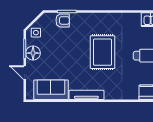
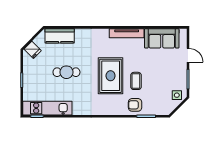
armchair: (63, 20) -> (135, 105), moved
coffee table: (77, 47) -> (136, 81), added
floor lamp: (33, 53) -> (180, 75), removed

